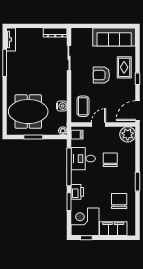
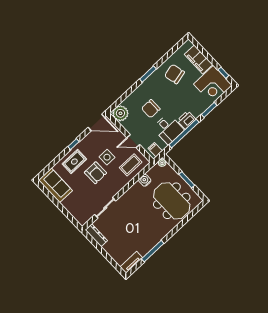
sofa: (114, 37) -> (55, 185), width x0.73
side table: (105, 94) -> (107, 157), added
printer: (77, 192) -> (186, 120), moved
chair: (119, 201) -> (174, 74), turned 77

